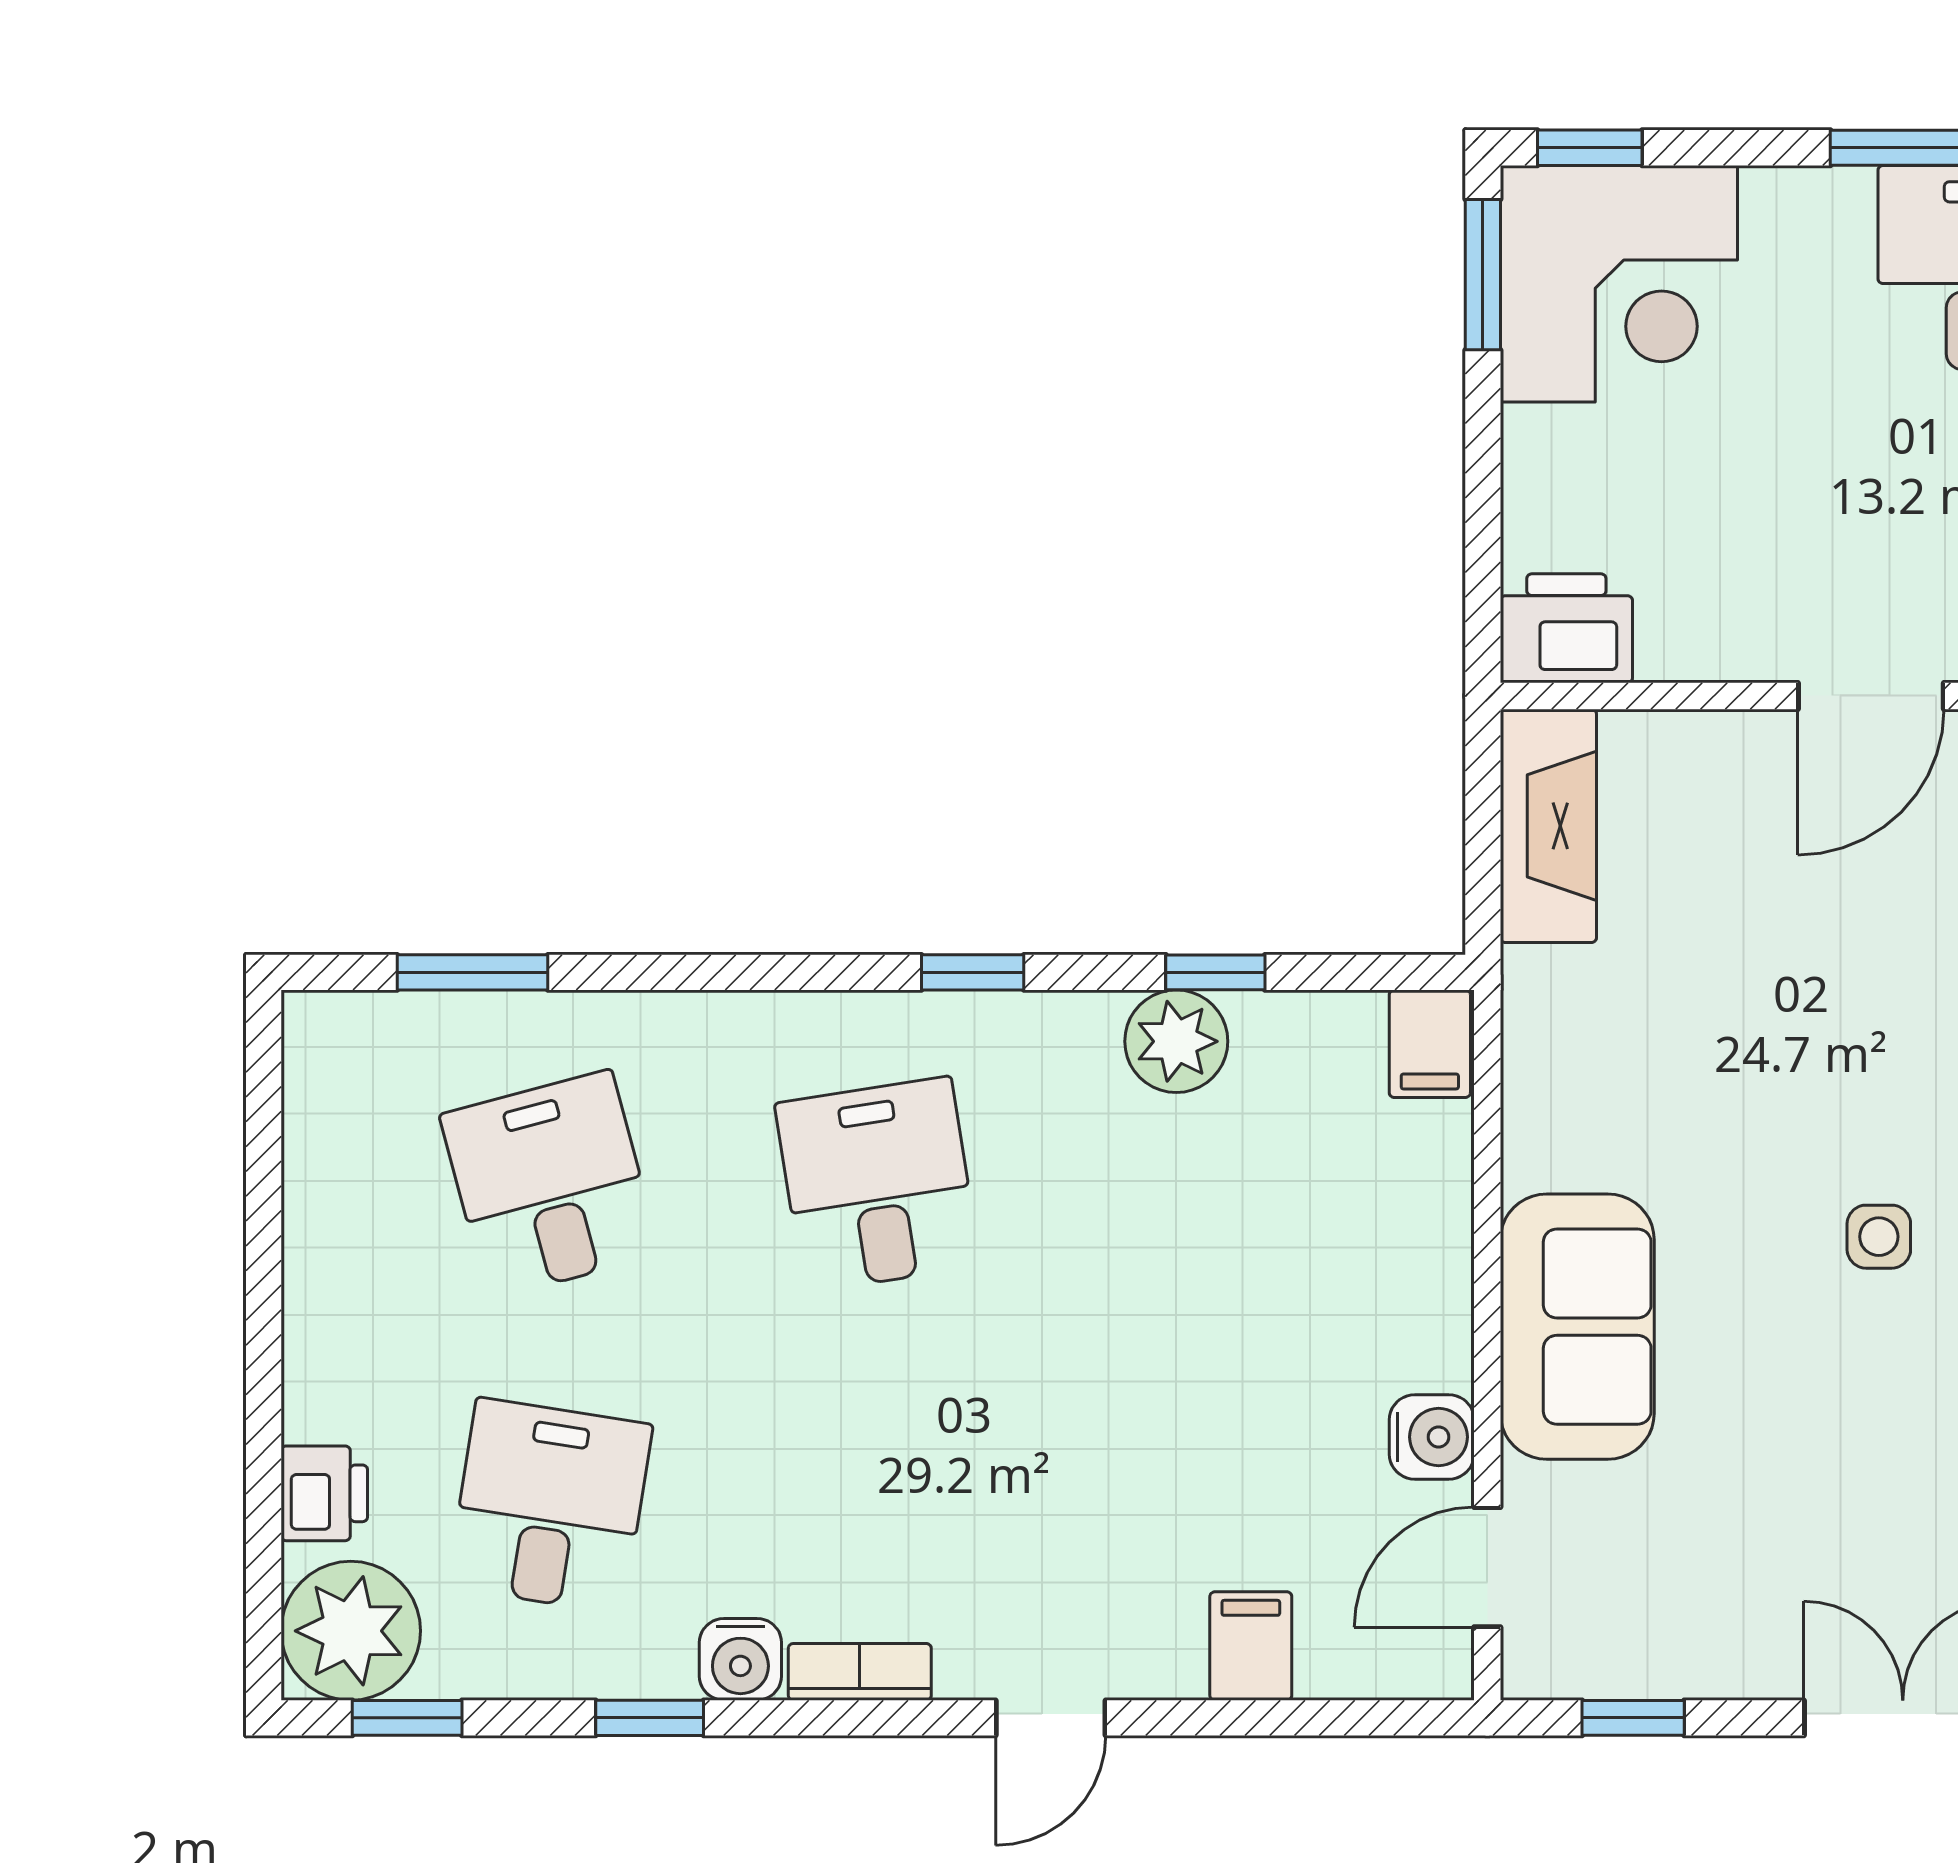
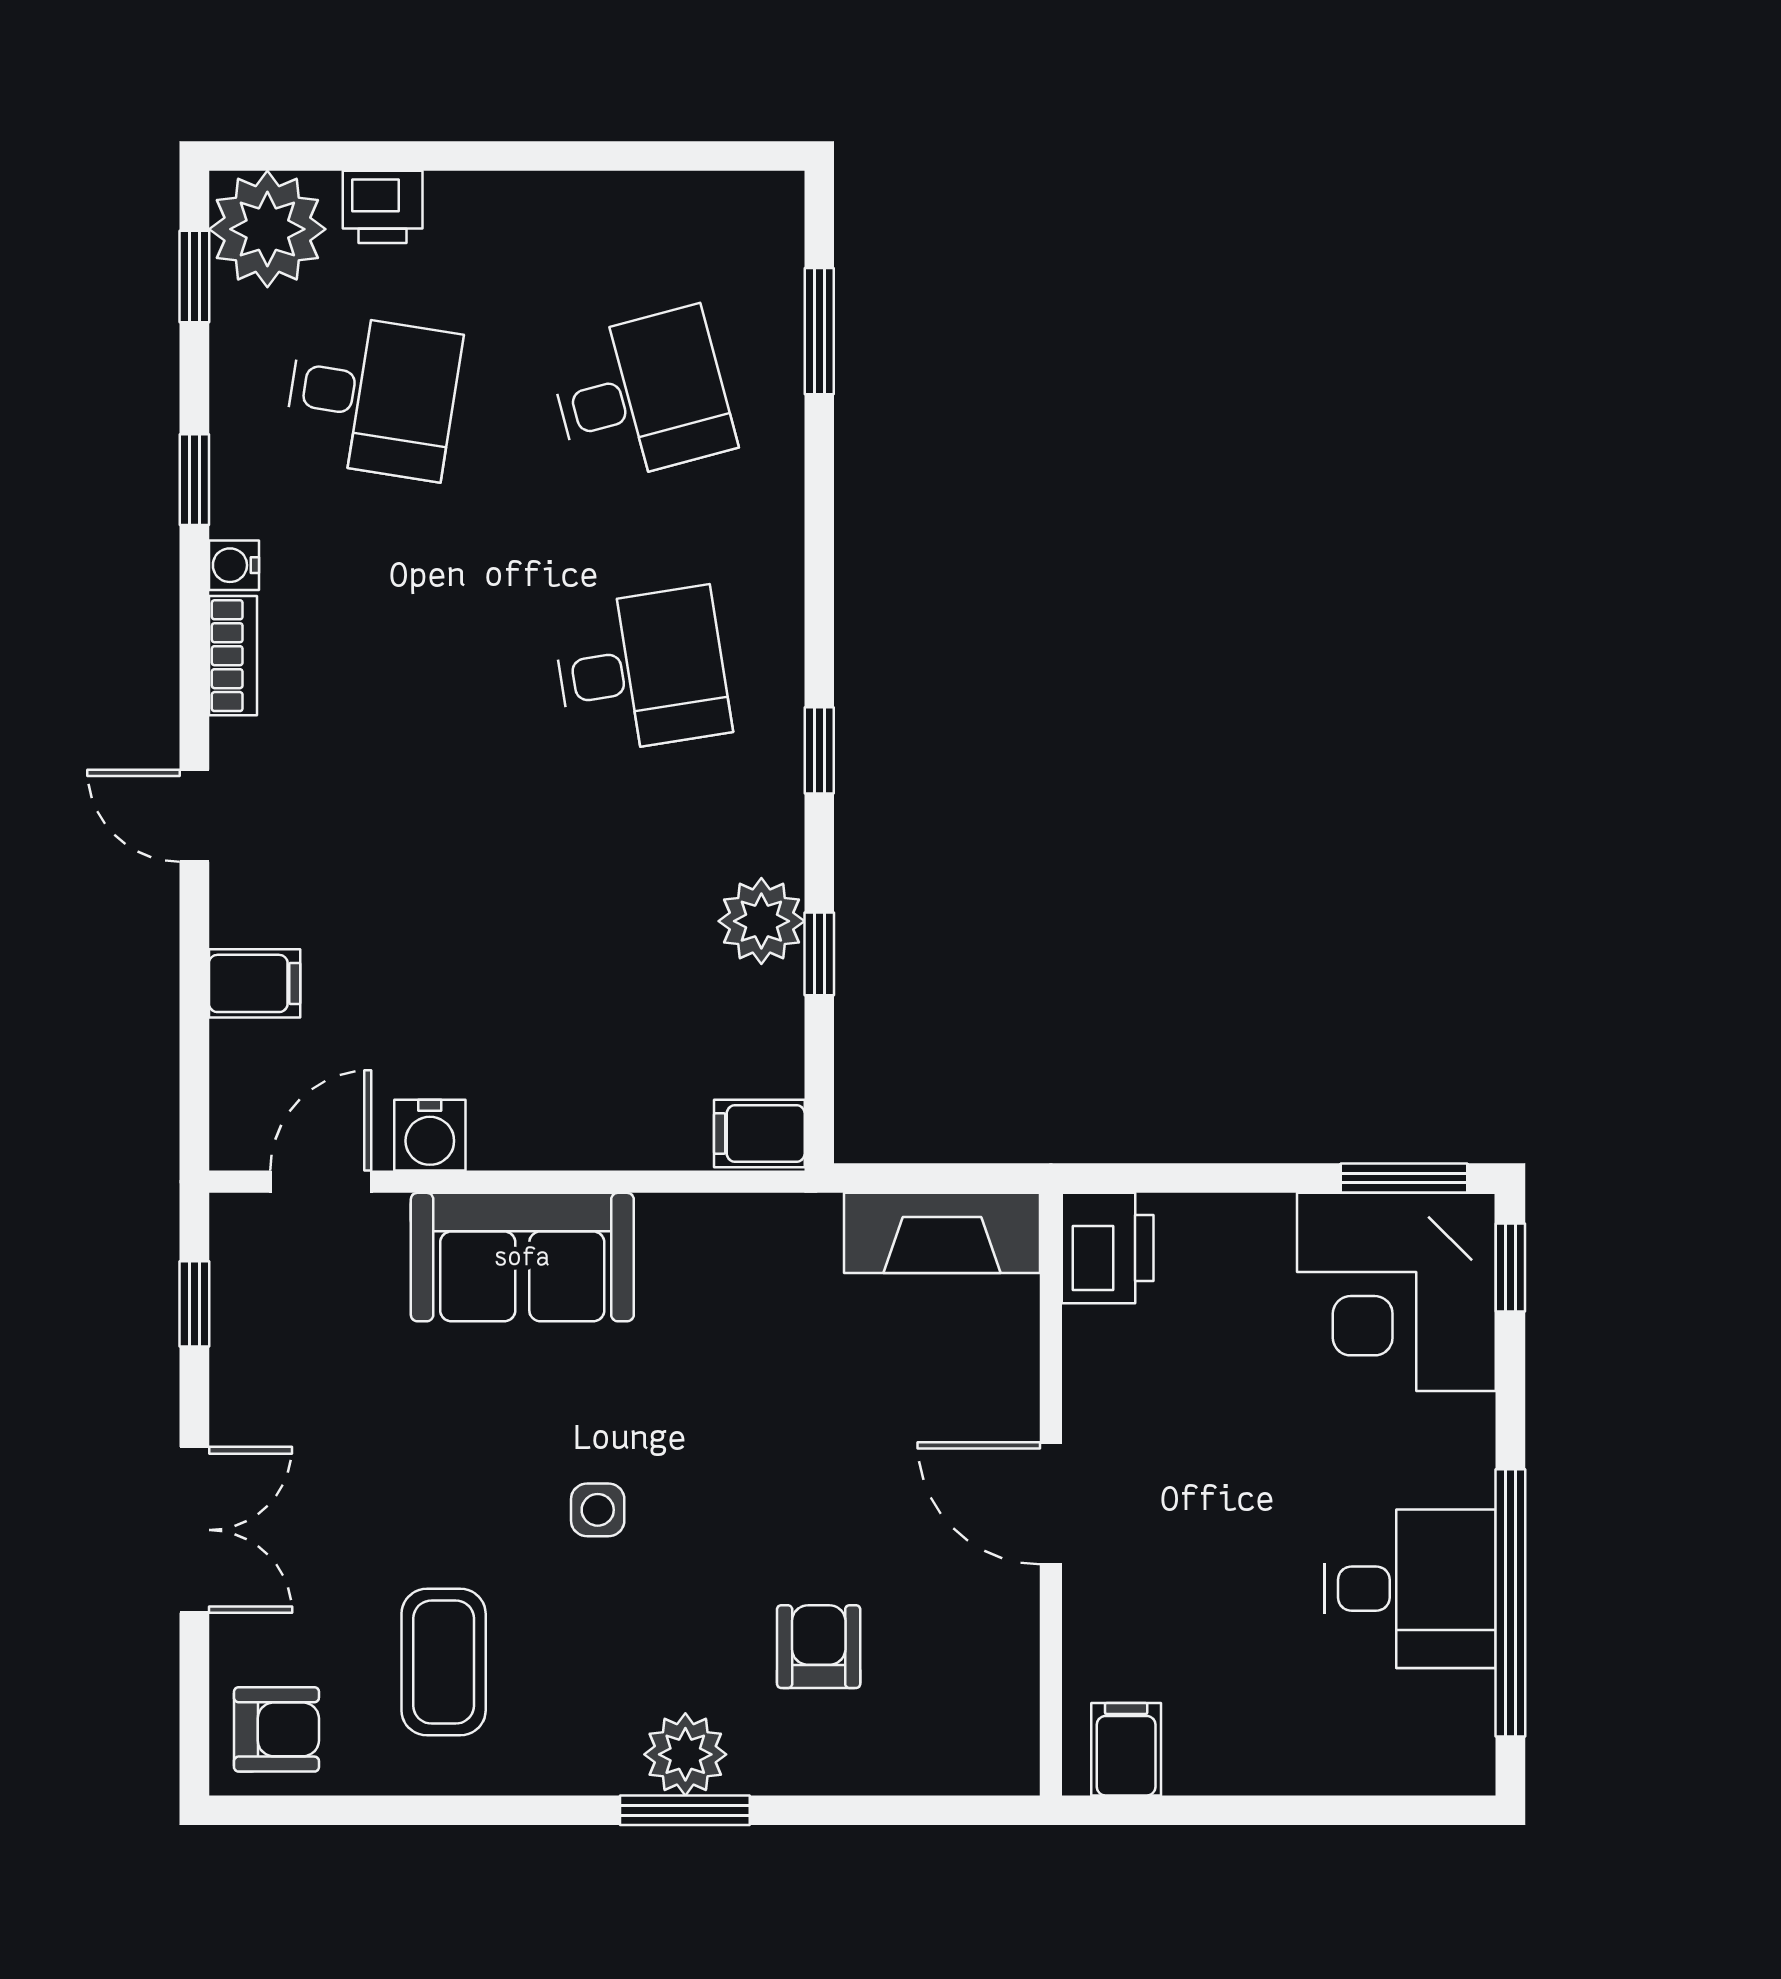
door: (1487, 1567) -> (321, 1182), hinge flipped
water cooler: (740, 1659) -> (234, 565), width x0.72, depth x0.72

